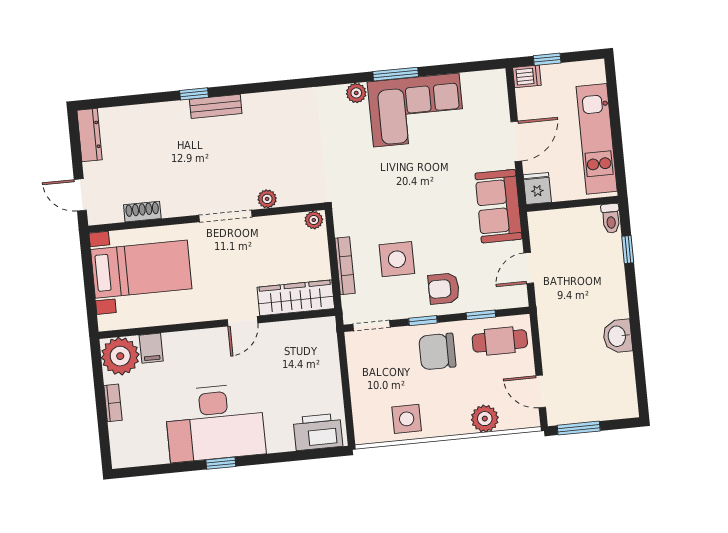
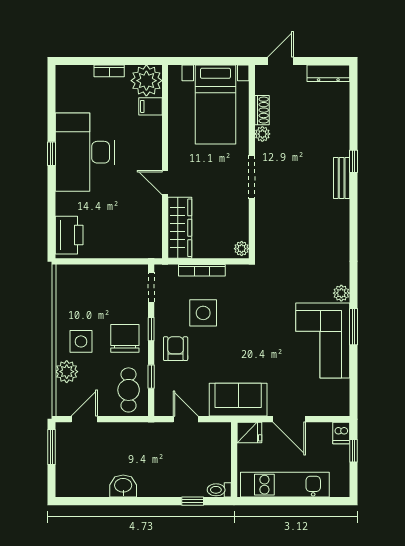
plant: (267, 199) -> (262, 134), moved
side table: (407, 419) -> (81, 341), moved

